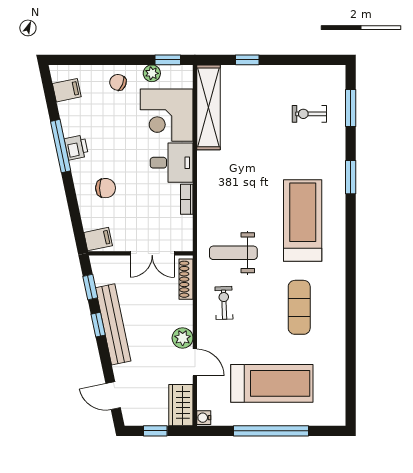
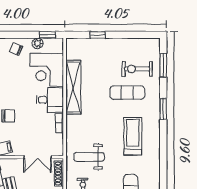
shelving: (208, 107) -> (73, 87), moved
exercise bike: (309, 114) -> (137, 69), width x1.38, depth x1.39
exercise mat: (294, 151) -> (127, 93), added
treadmill: (303, 220) -> (133, 136), width x0.73, depth x0.73

